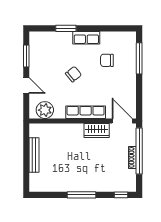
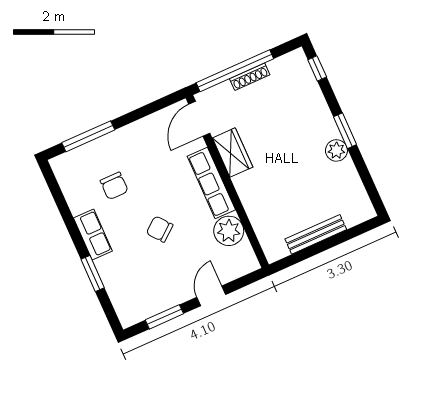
plant: (45, 110) -> (229, 231), moved
plant: (73, 186) -> (336, 150), added
window: (82, 195) -> (345, 131), width x0.69

